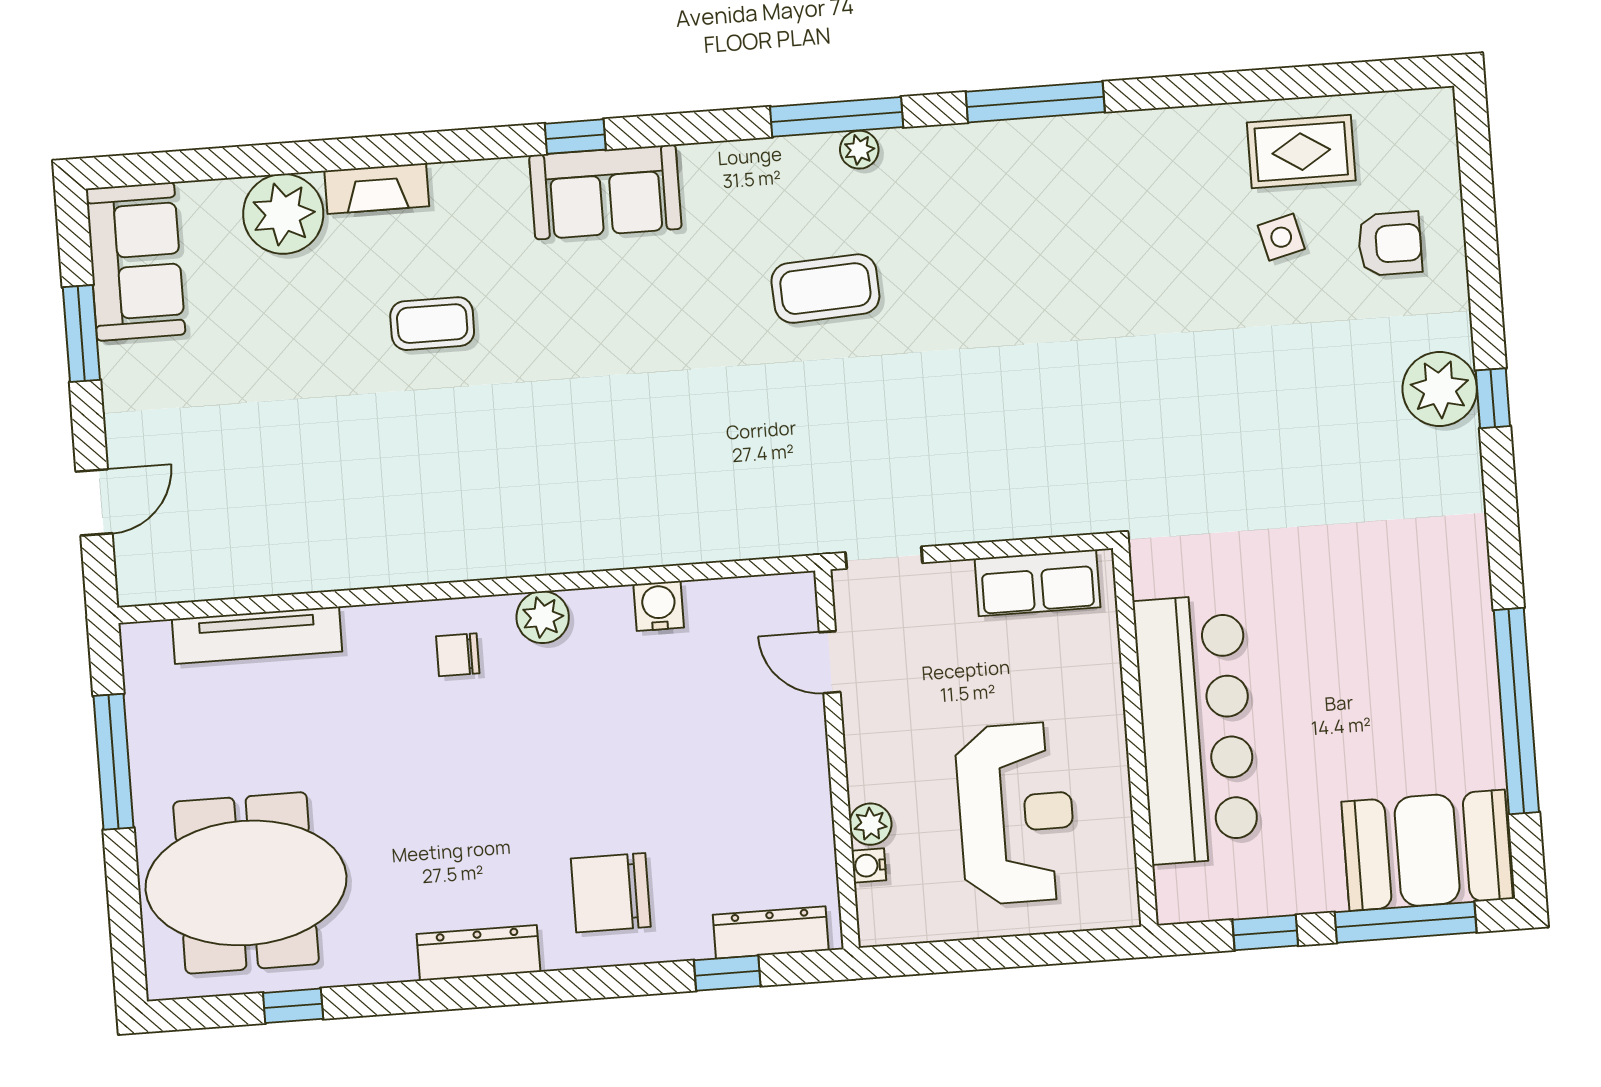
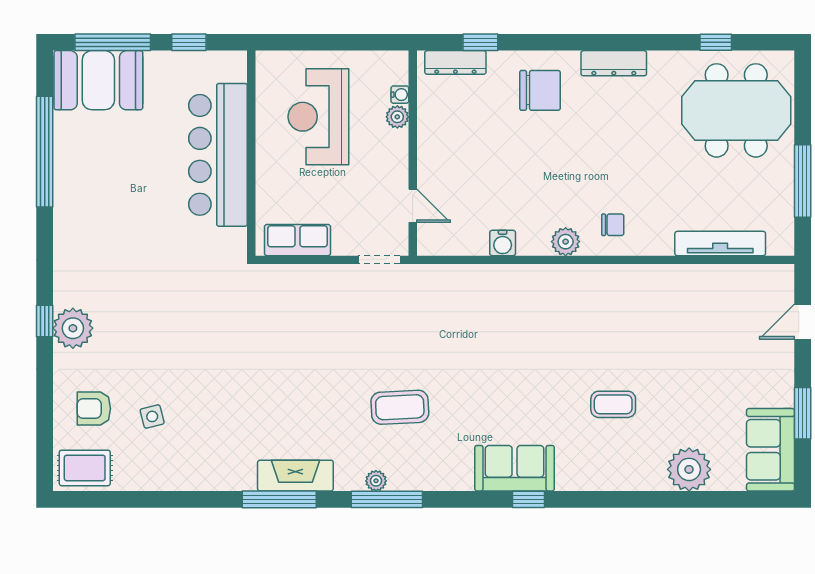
rug: (1301, 152) -> (85, 468), moved
fireplace: (377, 189) -> (295, 476), moved, width x1.37, depth x1.32

